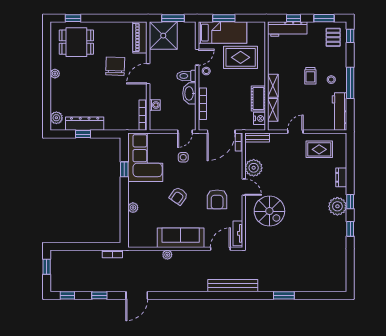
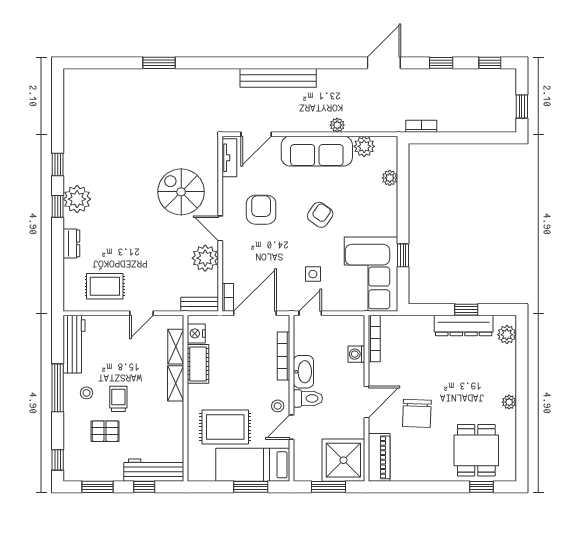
pallet: (333, 37) -> (105, 431), moved, turned 90
dining table: (76, 42) -> (476, 450), turned 90
plant: (133, 208) -> (390, 178), moved
plant: (150, 241) -> (364, 146), added
bench: (233, 286) -> (278, 78), moved

